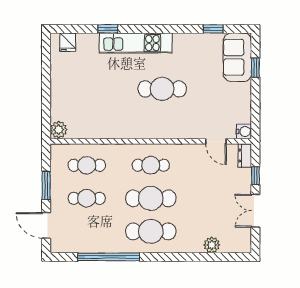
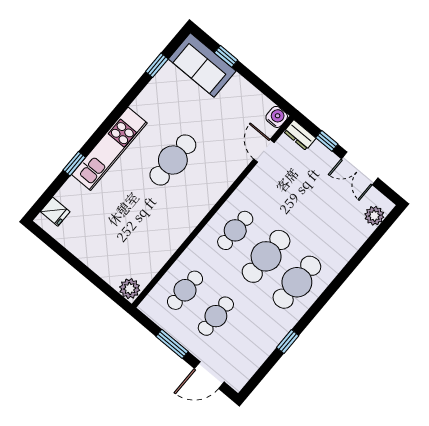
door: (216, 141) -> (264, 151), swing flipped
plant: (212, 245) -> (374, 216), moved
window: (109, 257) -> (288, 342), width x0.32

